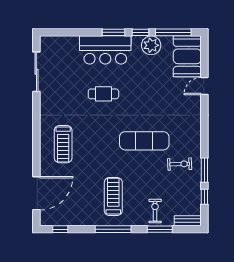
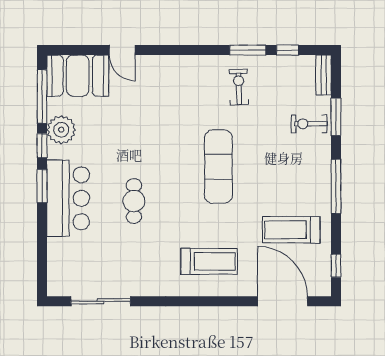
exercise mat: (144, 141) -> (218, 167), moved
treadmill: (113, 197) -> (291, 230), moved

